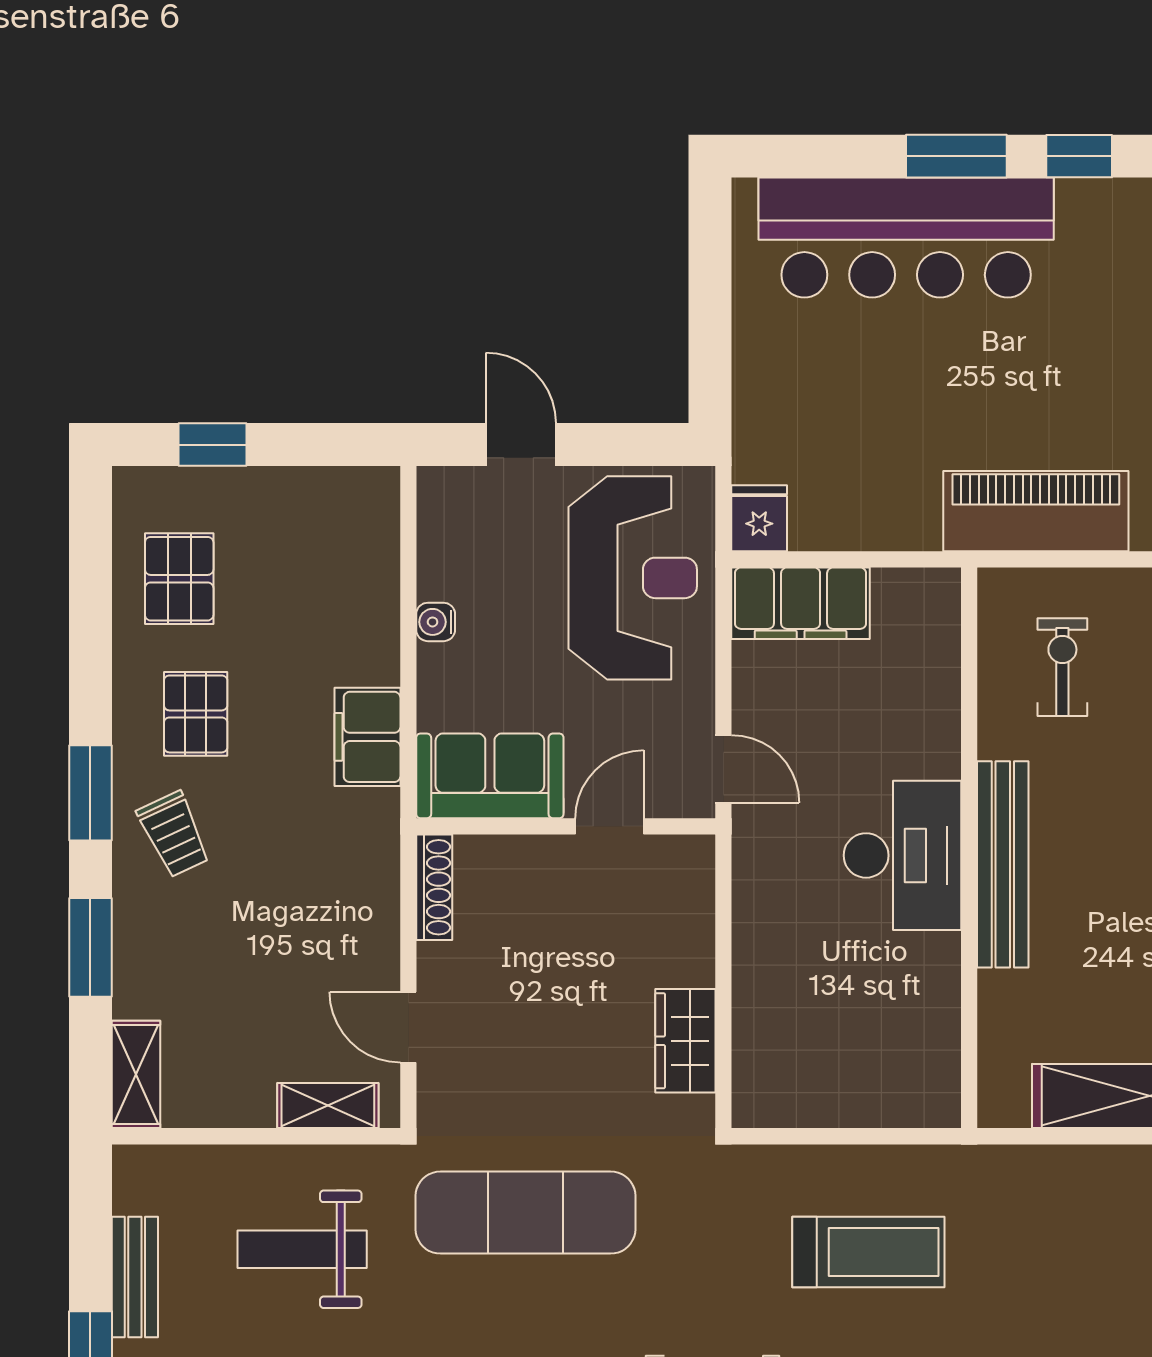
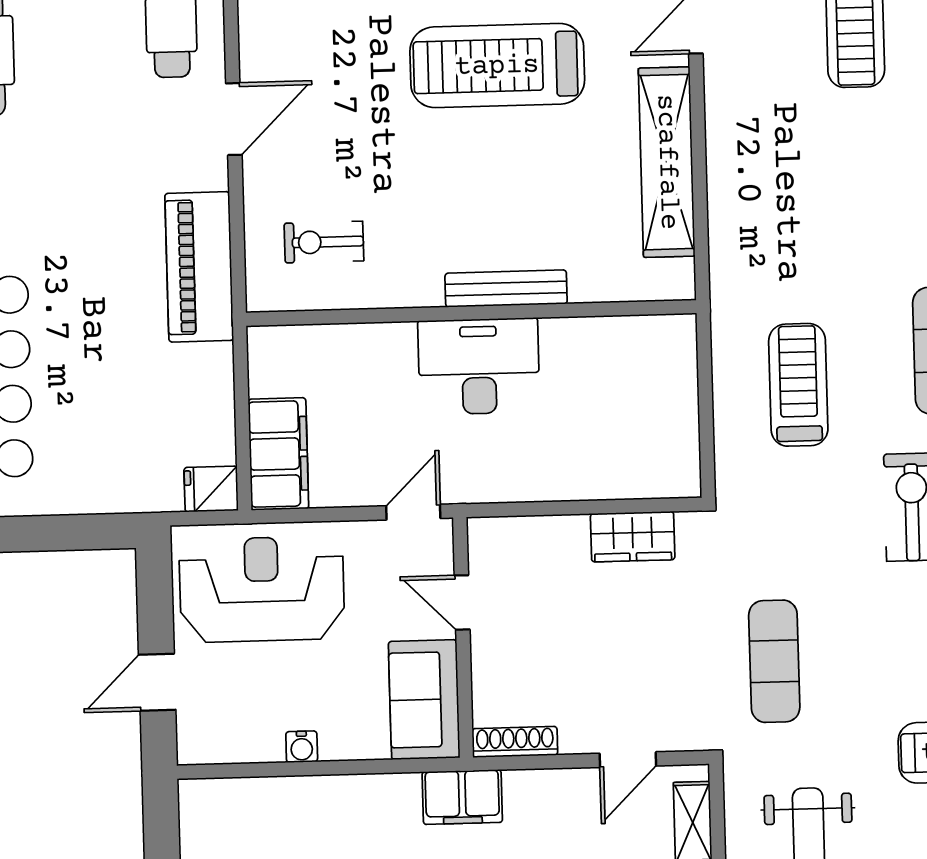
filing cabinet: (367, 737) -> (462, 797), moved
bench: (1003, 864) -> (506, 289), width x0.73, depth x0.82
exercise mat: (526, 1213) -> (774, 661), width x0.73, depth x0.69

